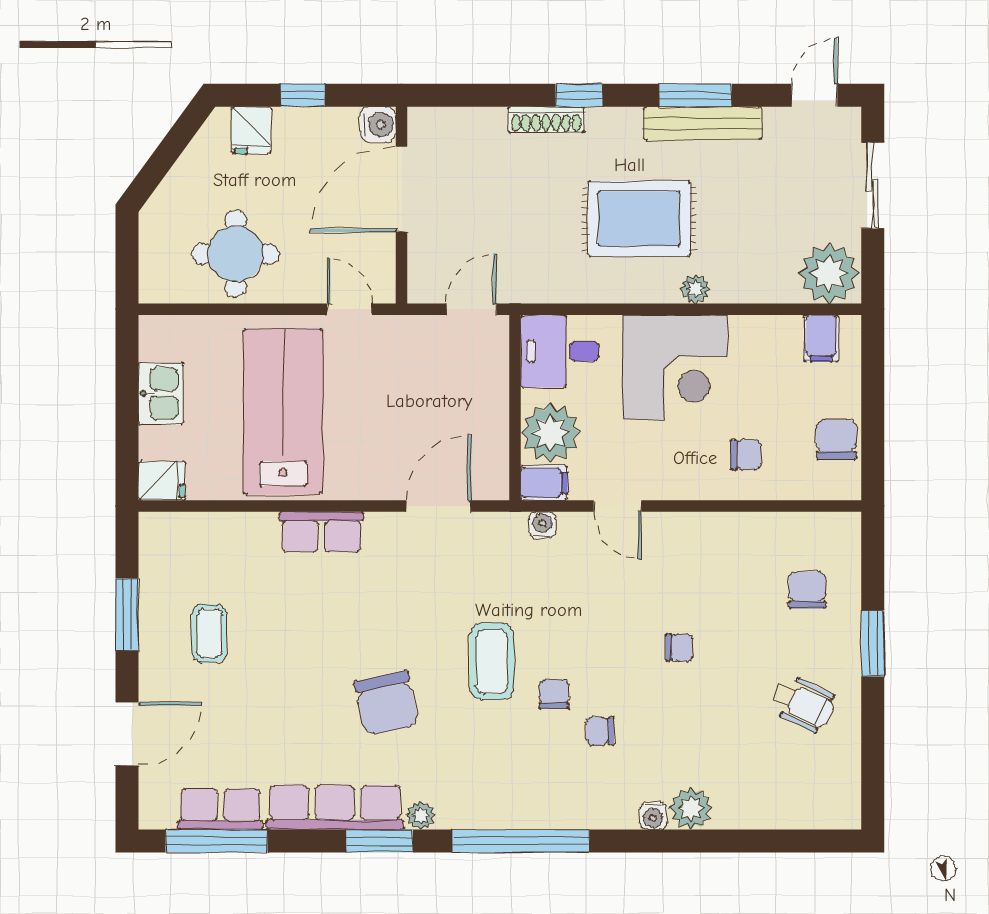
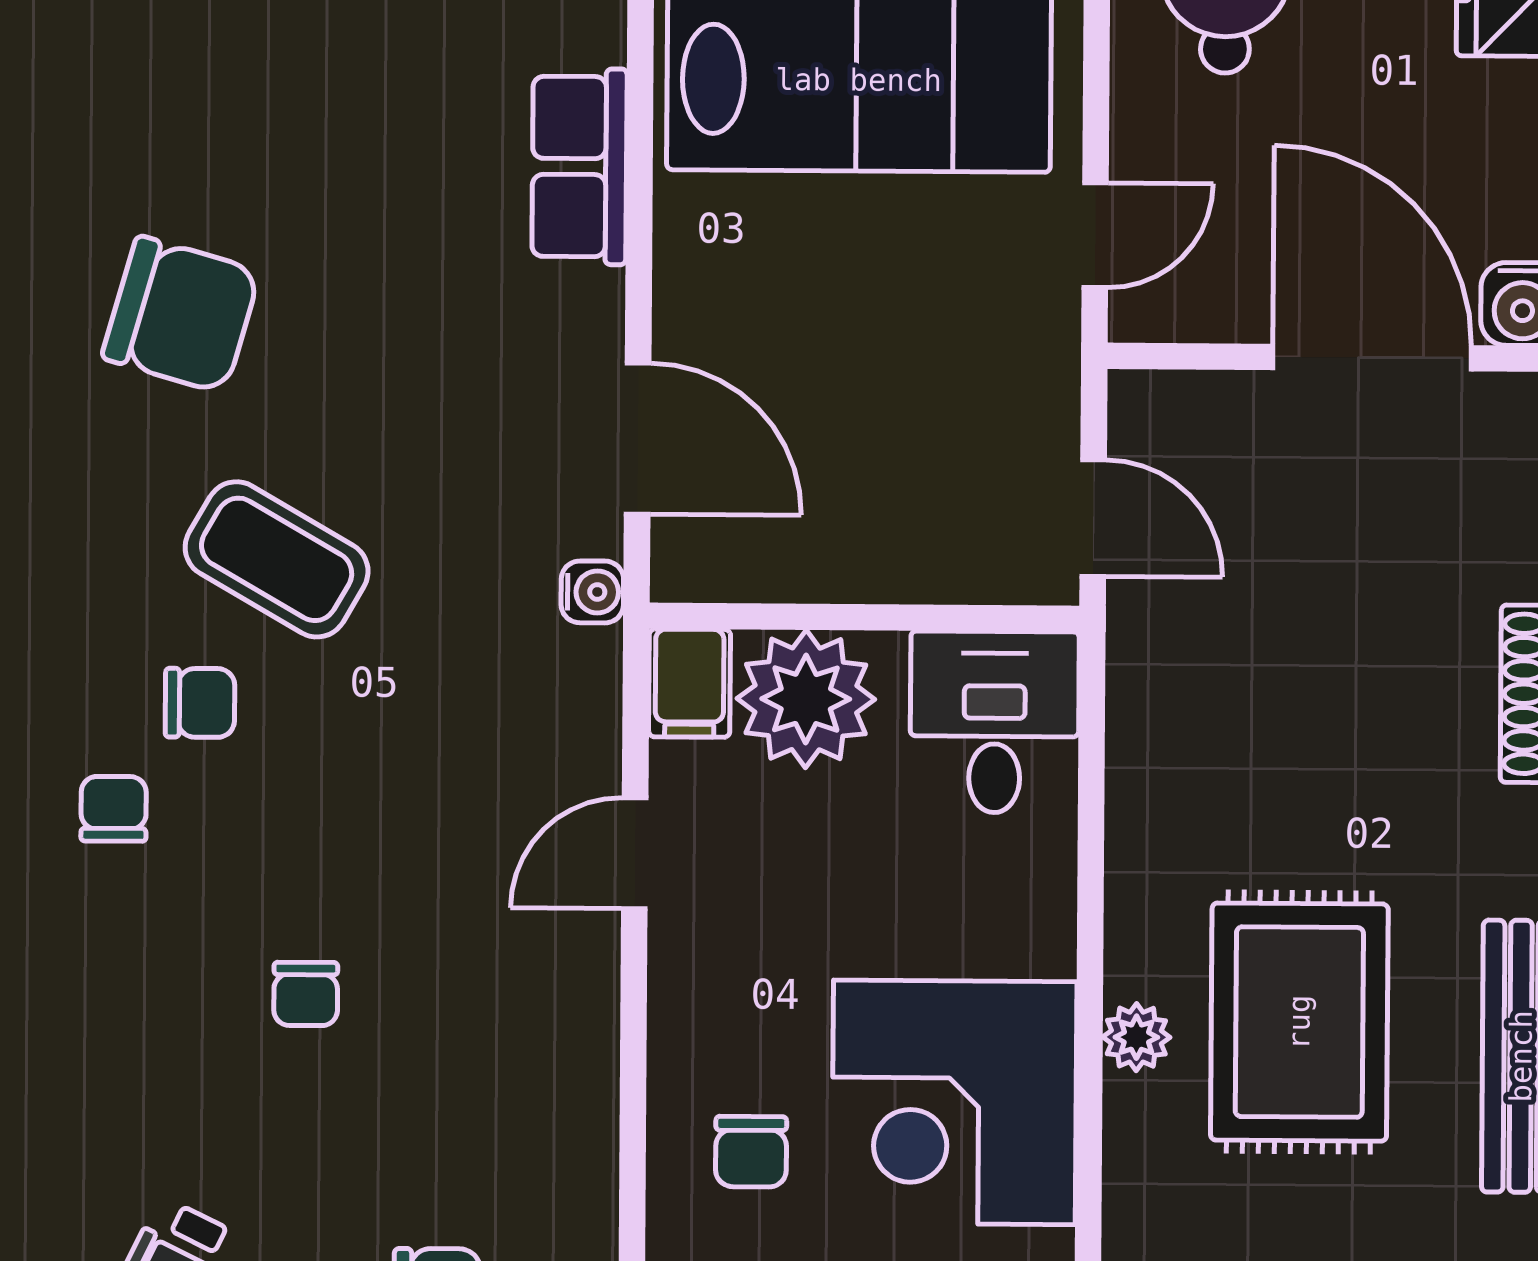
rug: (639, 219) -> (1299, 1022), moved
corner desk: (675, 367) -> (954, 1102), moved
water cooler: (542, 525) -> (592, 592), moved
coffee table: (492, 661) -> (277, 559), turned 30
chair: (386, 703) -> (181, 314), turned -152

